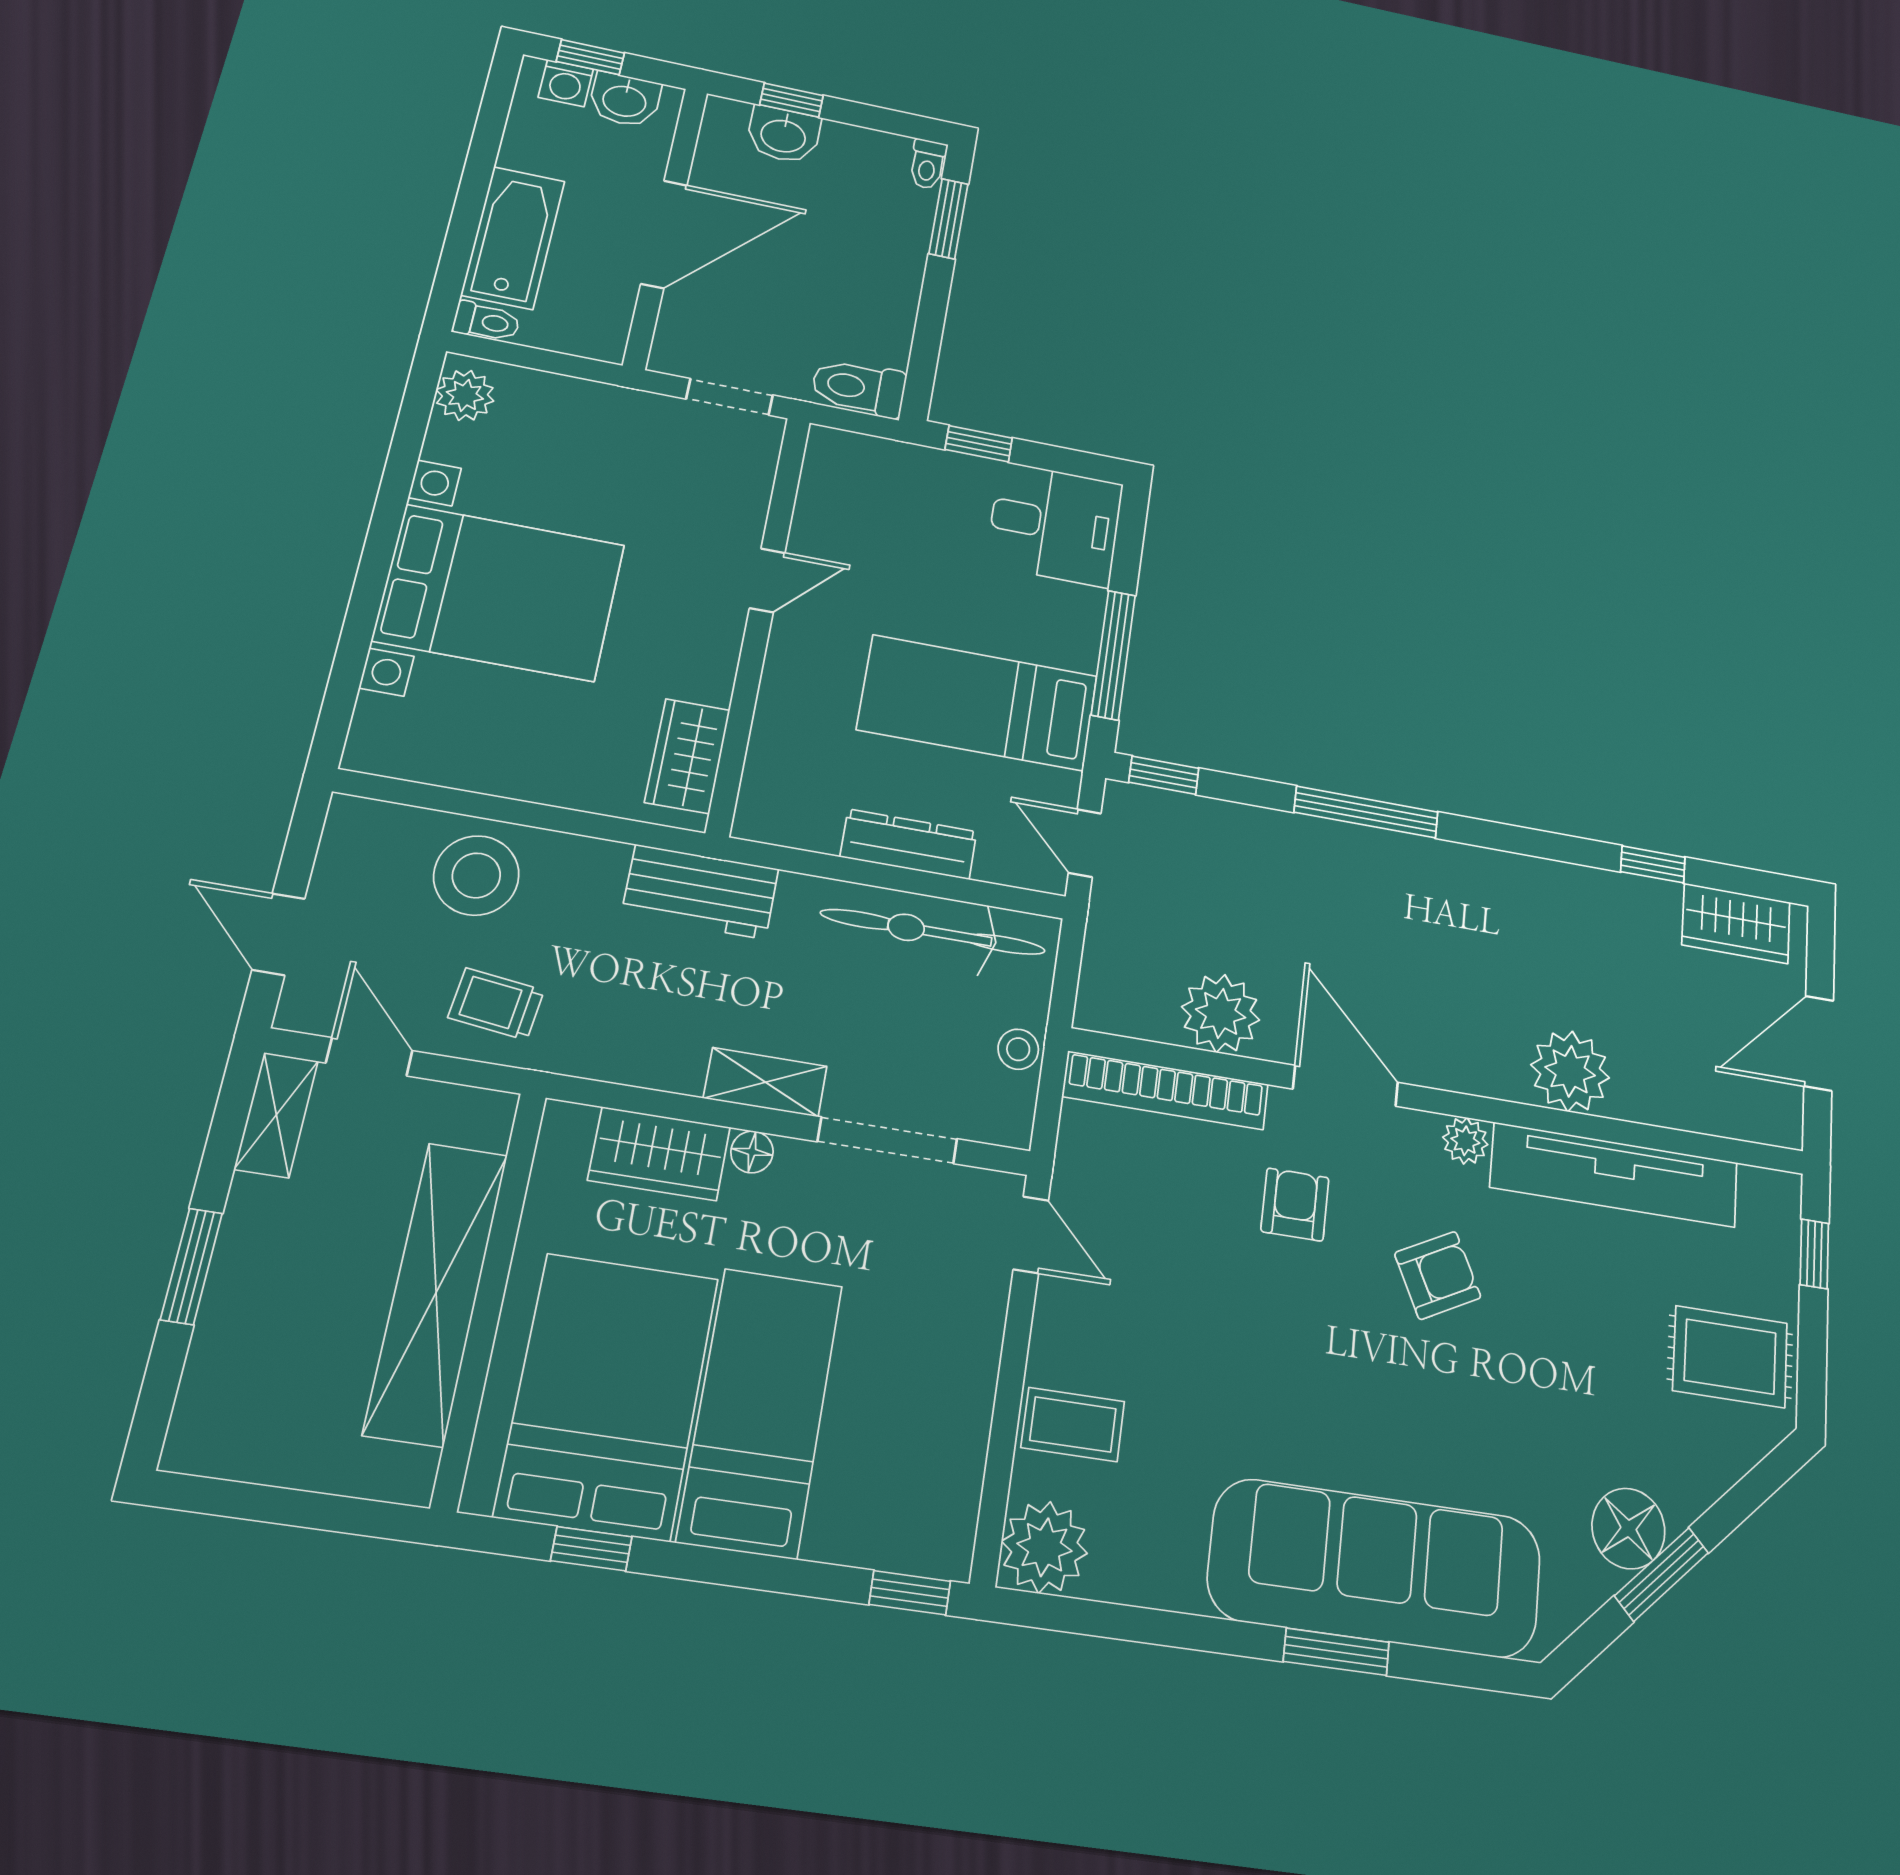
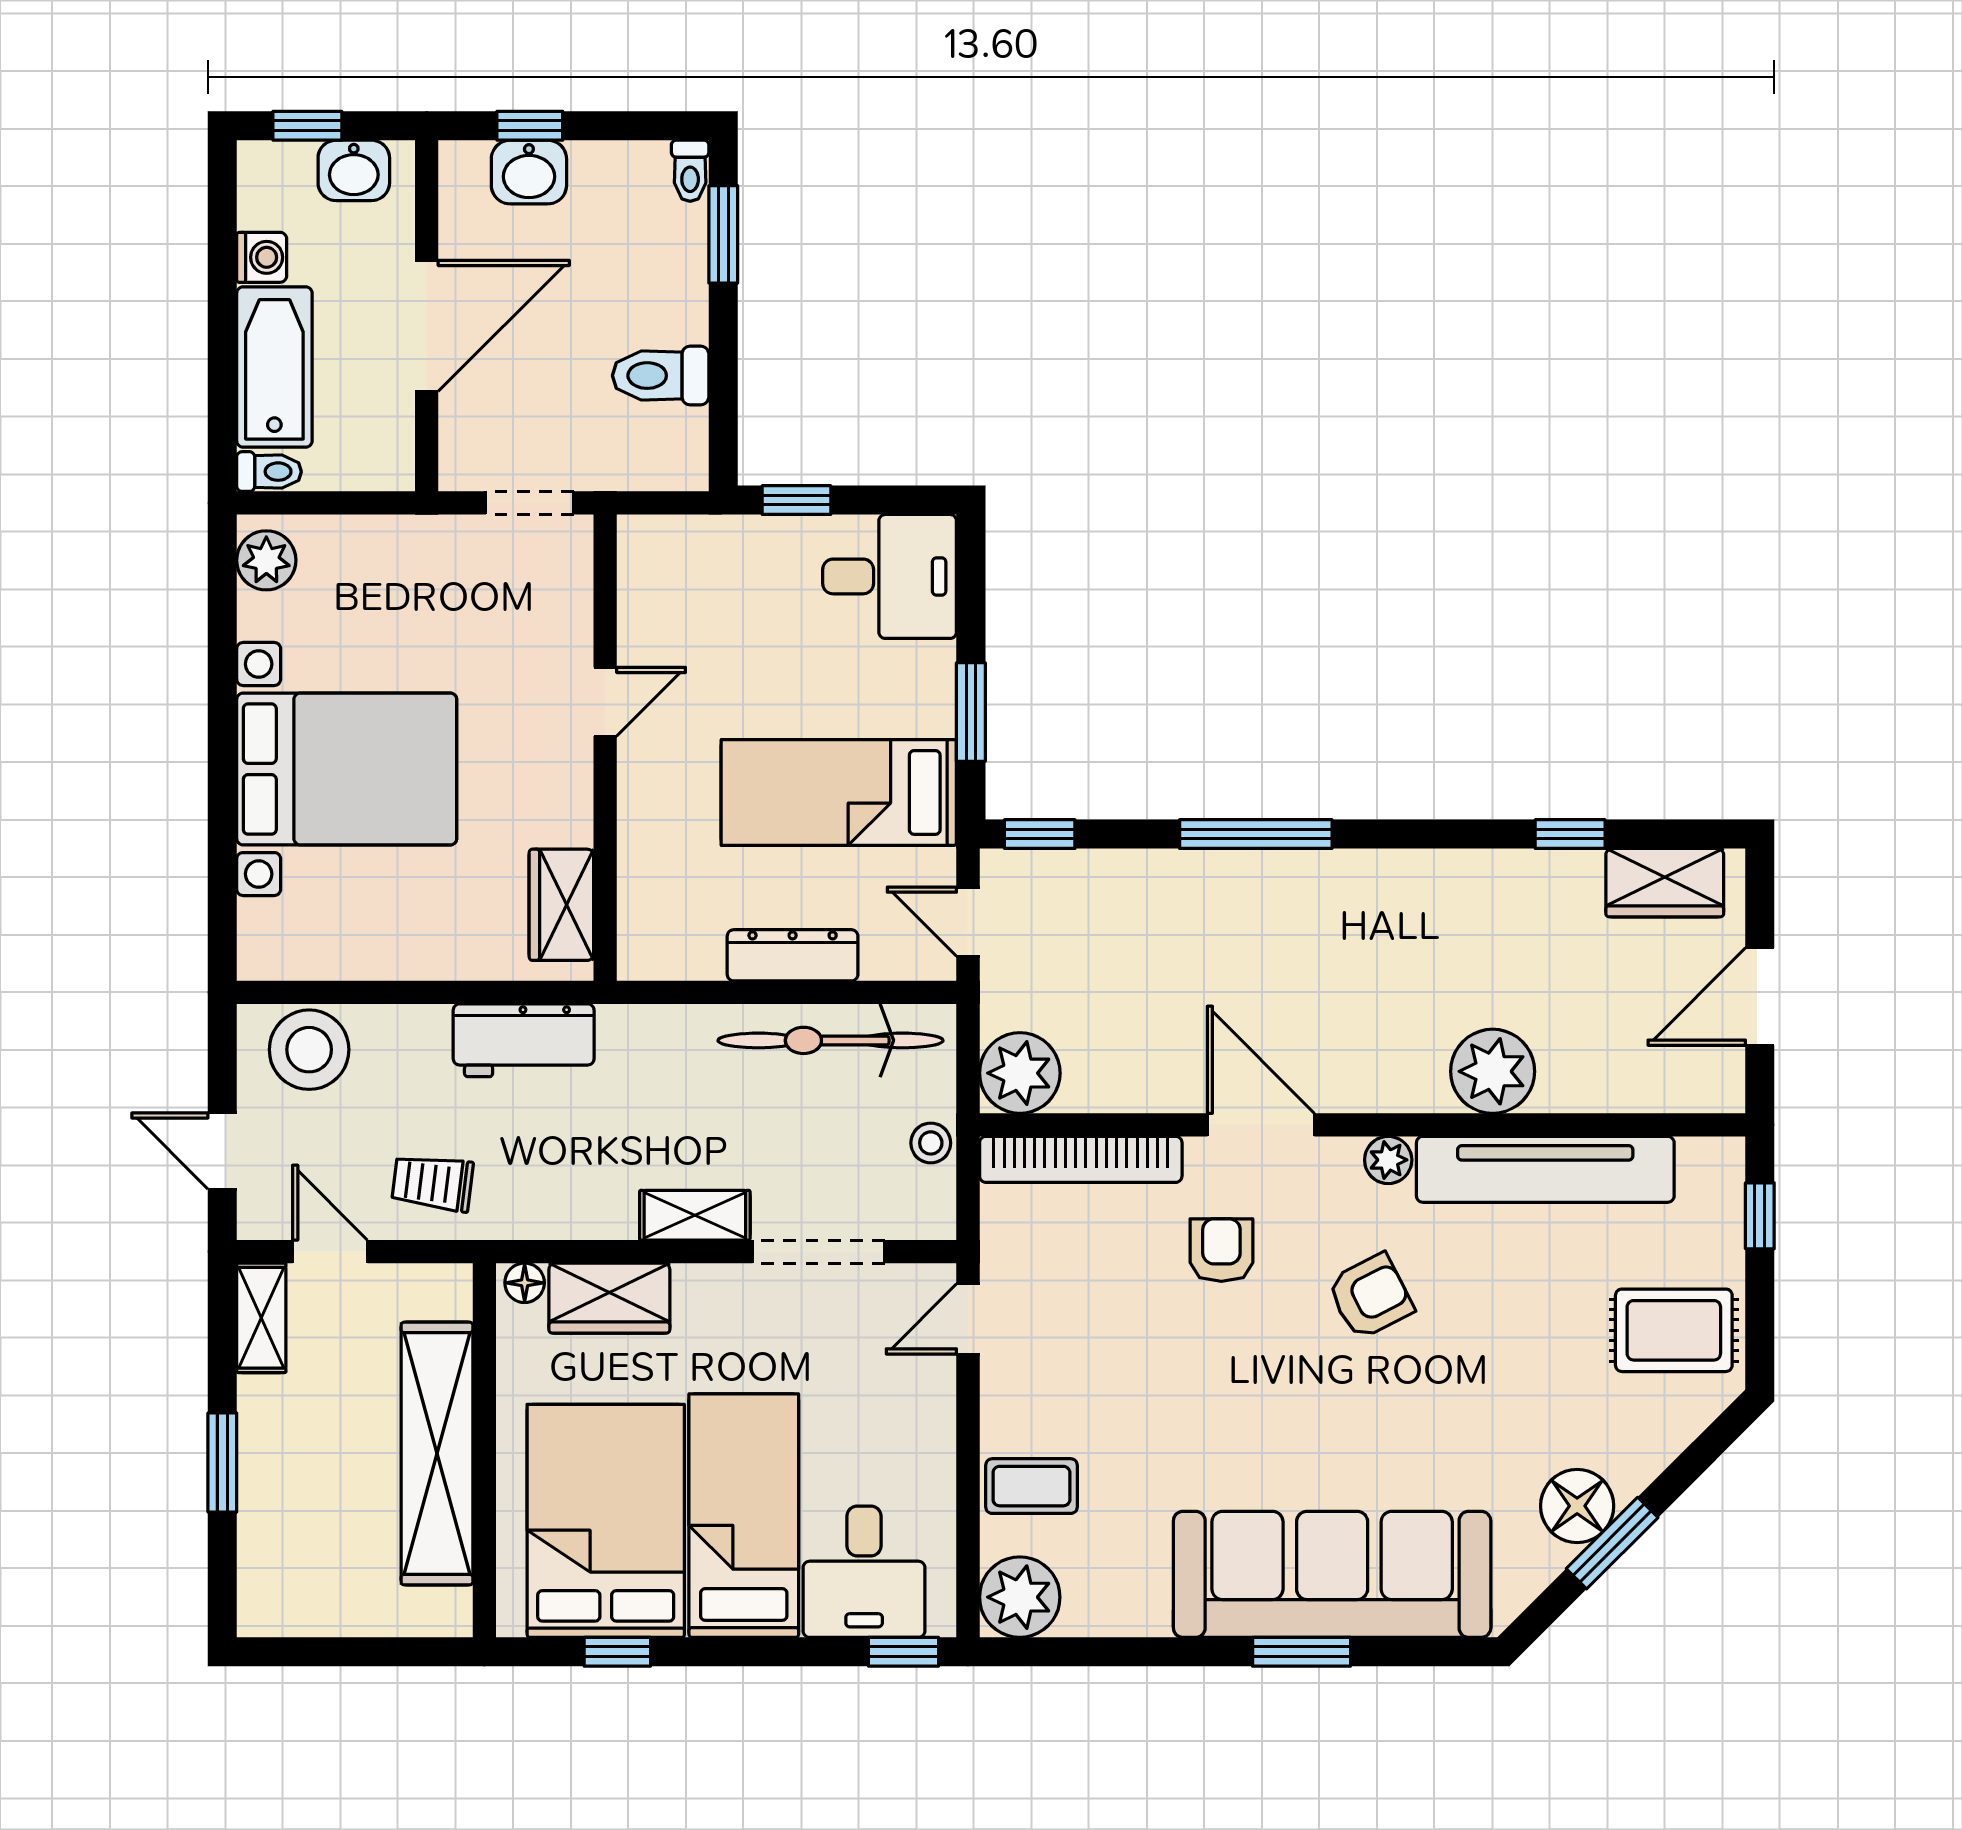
washing machine: (566, 83) -> (262, 257), moved, turned -90
toilet: (859, 388) -> (661, 376), moved
window: (1113, 655) -> (971, 712), width x0.69
stool: (476, 875) -> (309, 1050), moved
workbench: (700, 892) -> (524, 1040), moved
plant: (1221, 1013) -> (1020, 1073), moved
floor lamp: (752, 1152) -> (525, 1283), moved
door: (1031, 1235) -> (968, 1319), swing flipped
desk: (881, 1494) -> (864, 1572), added

